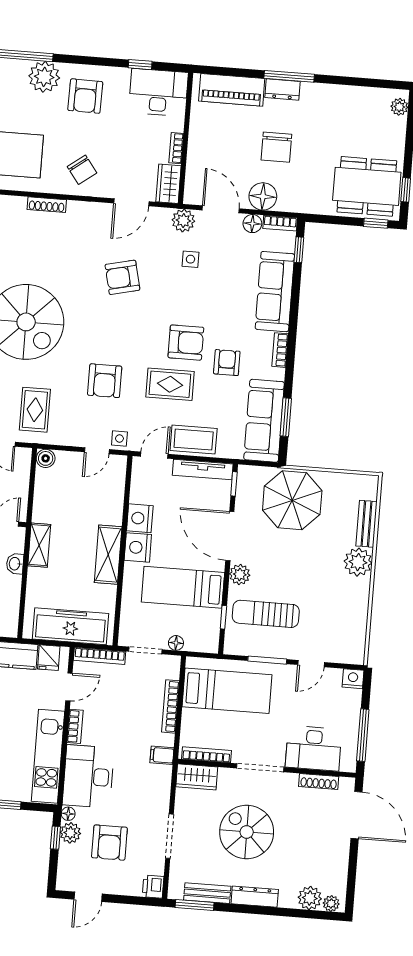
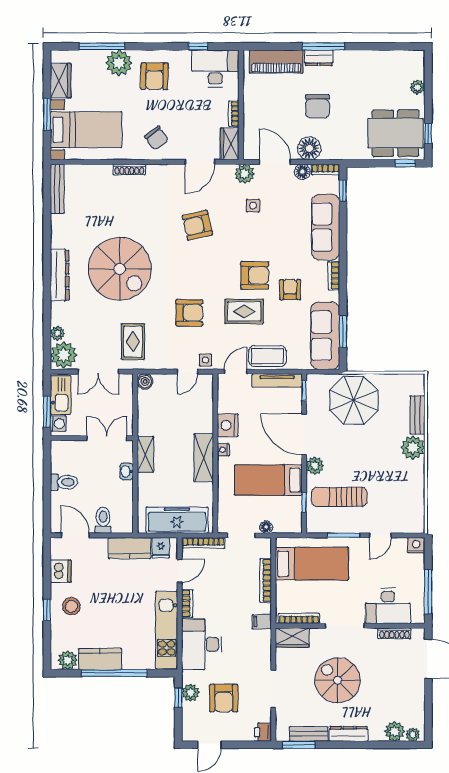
plant: (399, 107) -> (417, 87), moved
armchair: (105, 381) -> (189, 313), turned -90
nightstand: (138, 547) -> (223, 450), width x0.53, depth x0.56
floor lamp: (68, 814) -> (187, 677), removed

